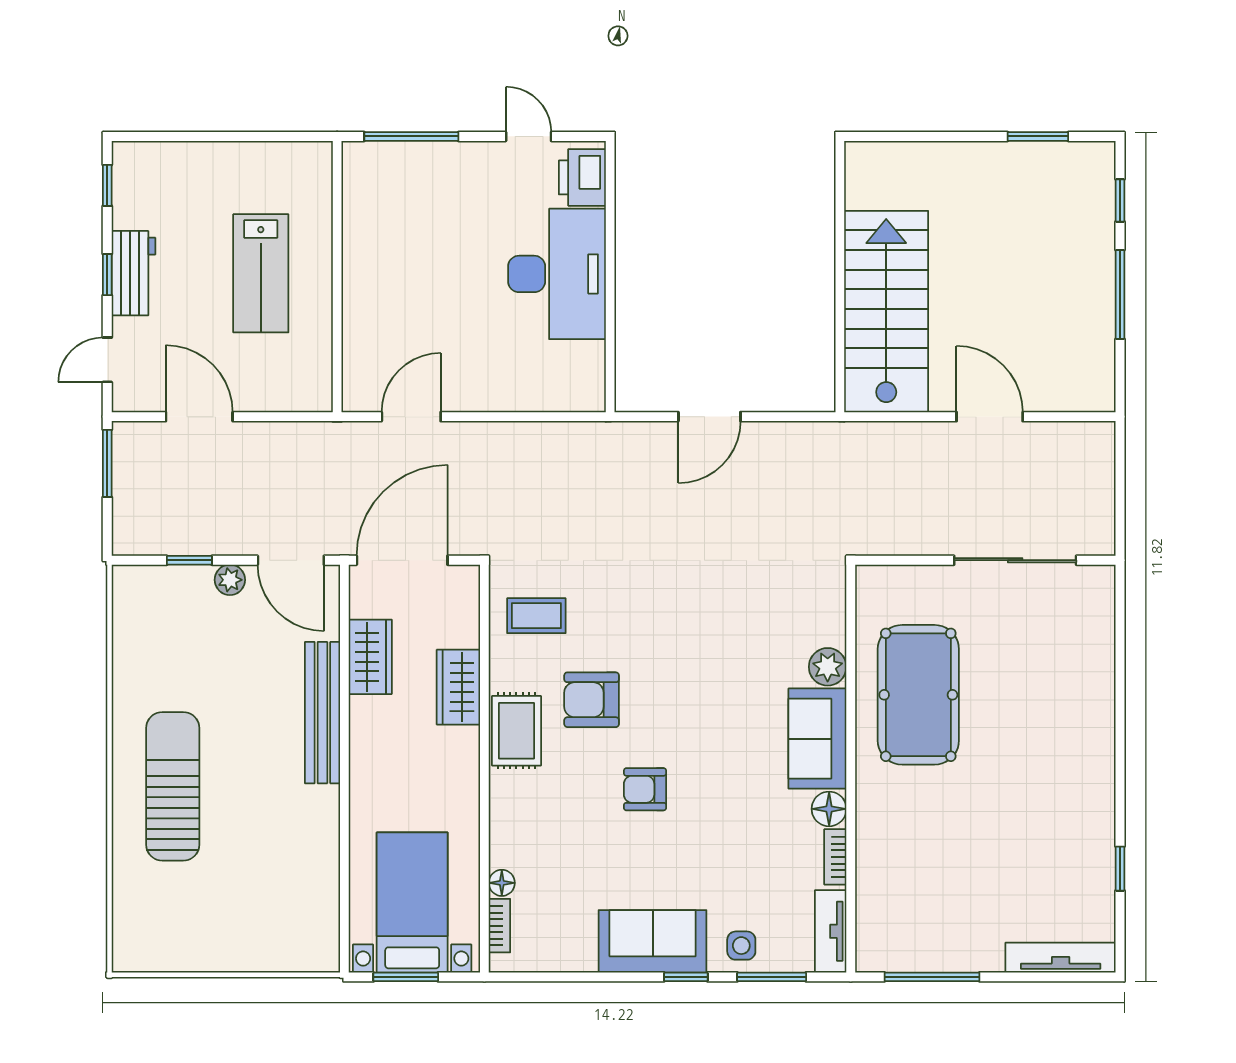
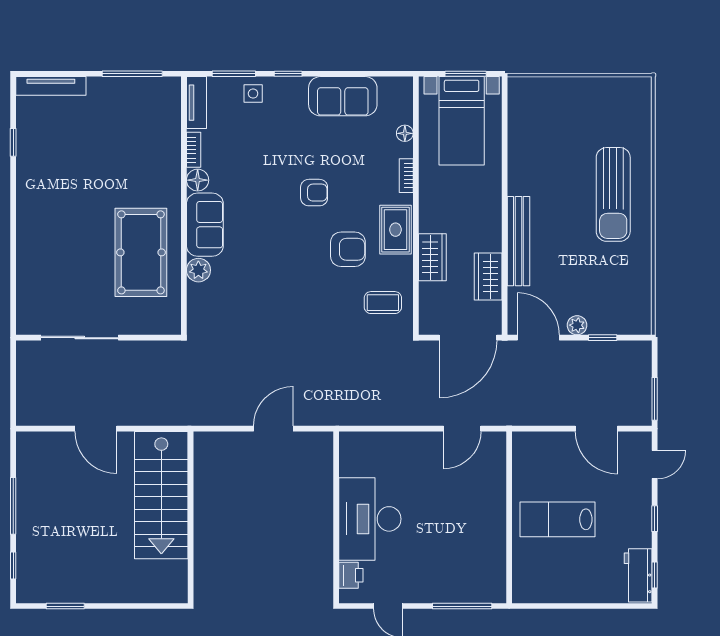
printer: (582, 177) -> (351, 575), width x0.73, depth x0.81
workbench: (133, 273) -> (638, 575), moved
lab bench: (261, 273) -> (557, 519), turned -90
bookcase: (499, 926) -> (406, 176), moved
sofa: (653, 941) -> (343, 96), moved

